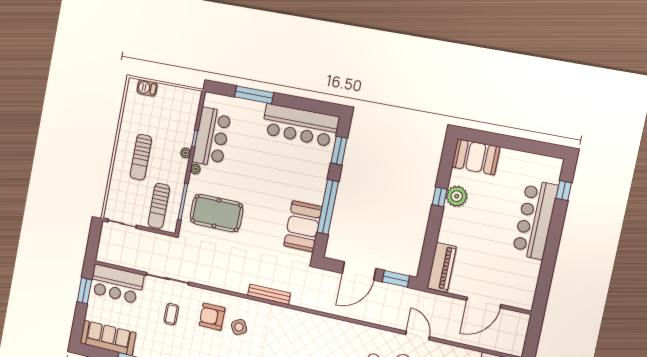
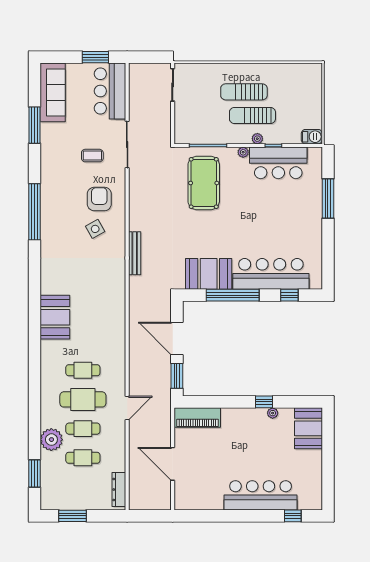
barbecue: (147, 88) -> (312, 137), moved, turned 90
bar counter: (300, 125) -> (271, 274), moved, turned 90
window: (339, 151) -> (289, 295), width x0.67
plant: (457, 196) -> (273, 413), width x0.53, depth x0.53
sun lounger: (159, 206) -> (252, 115), moved

